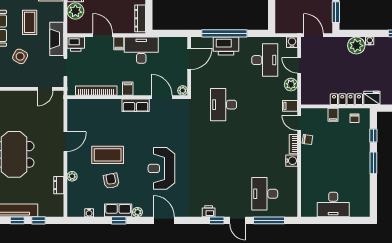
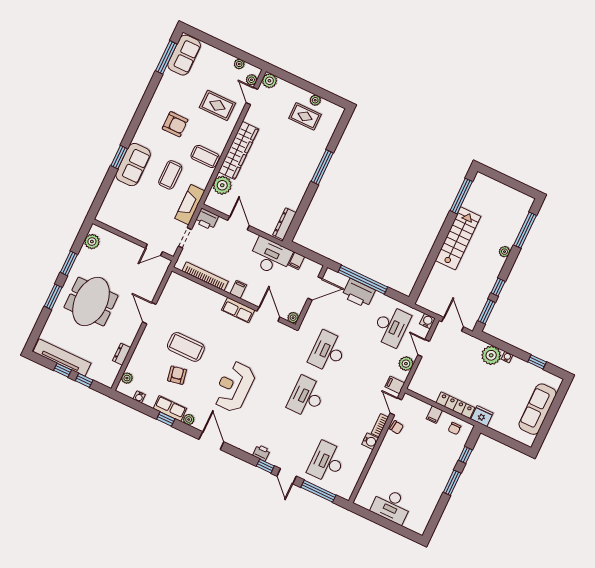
filing cabinet: (119, 43) -> (297, 261), moved
side table: (20, 56) -> (144, 205), removed
door: (65, 142) -> (149, 313), swing flipped
desk: (224, 149) -> (306, 397), added
plant: (72, 176) -> (127, 378), moved

